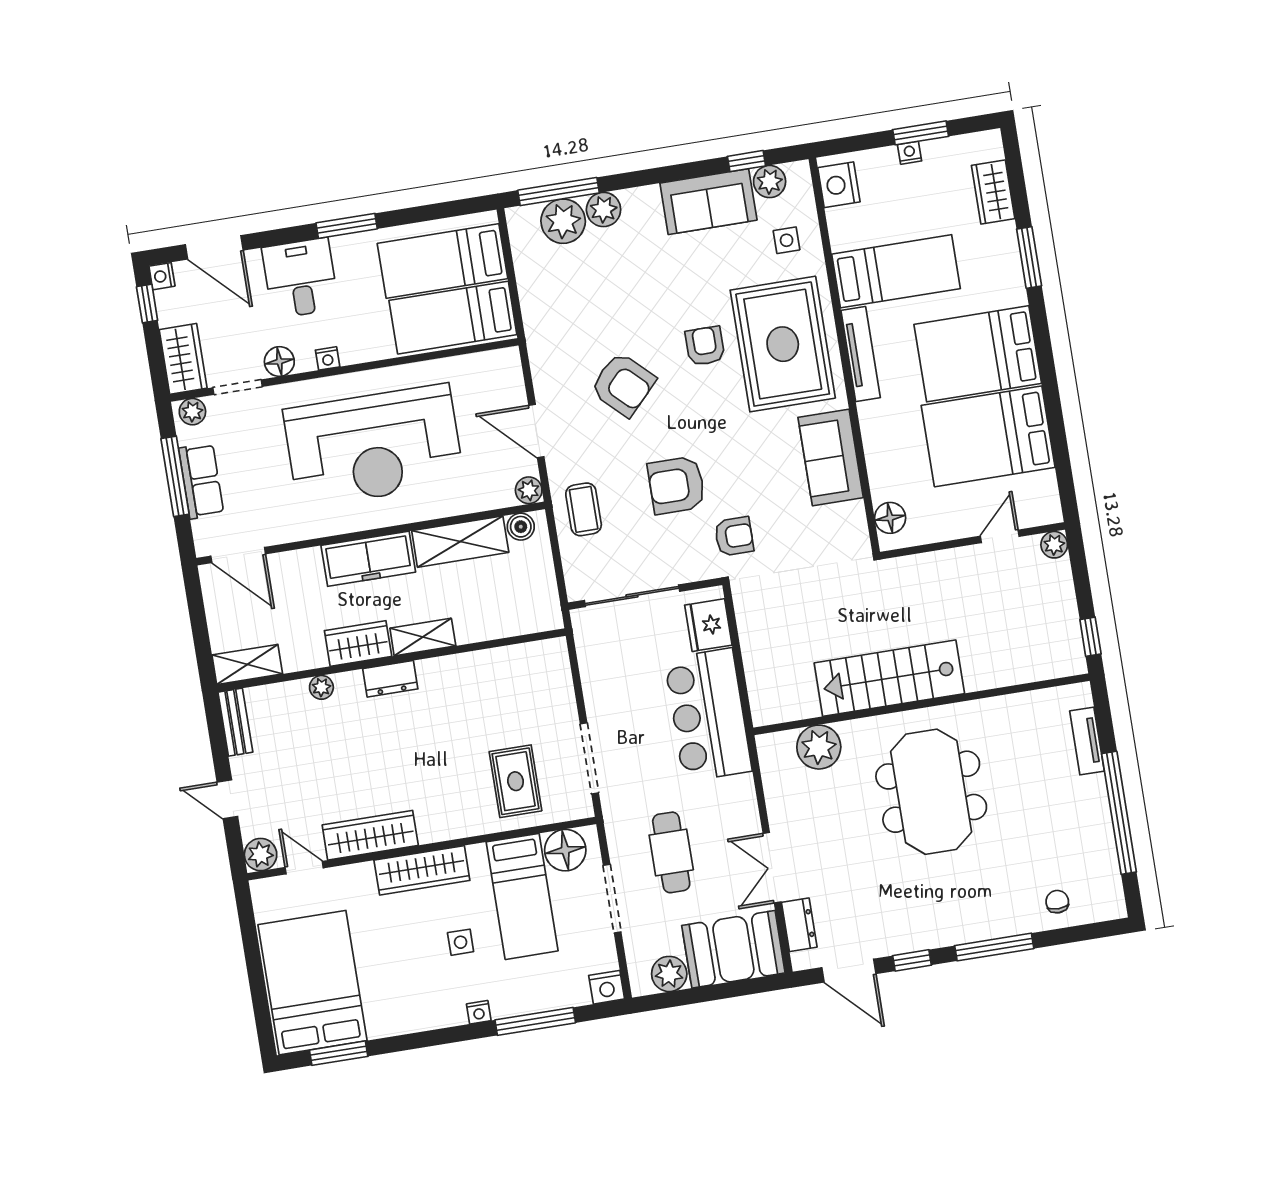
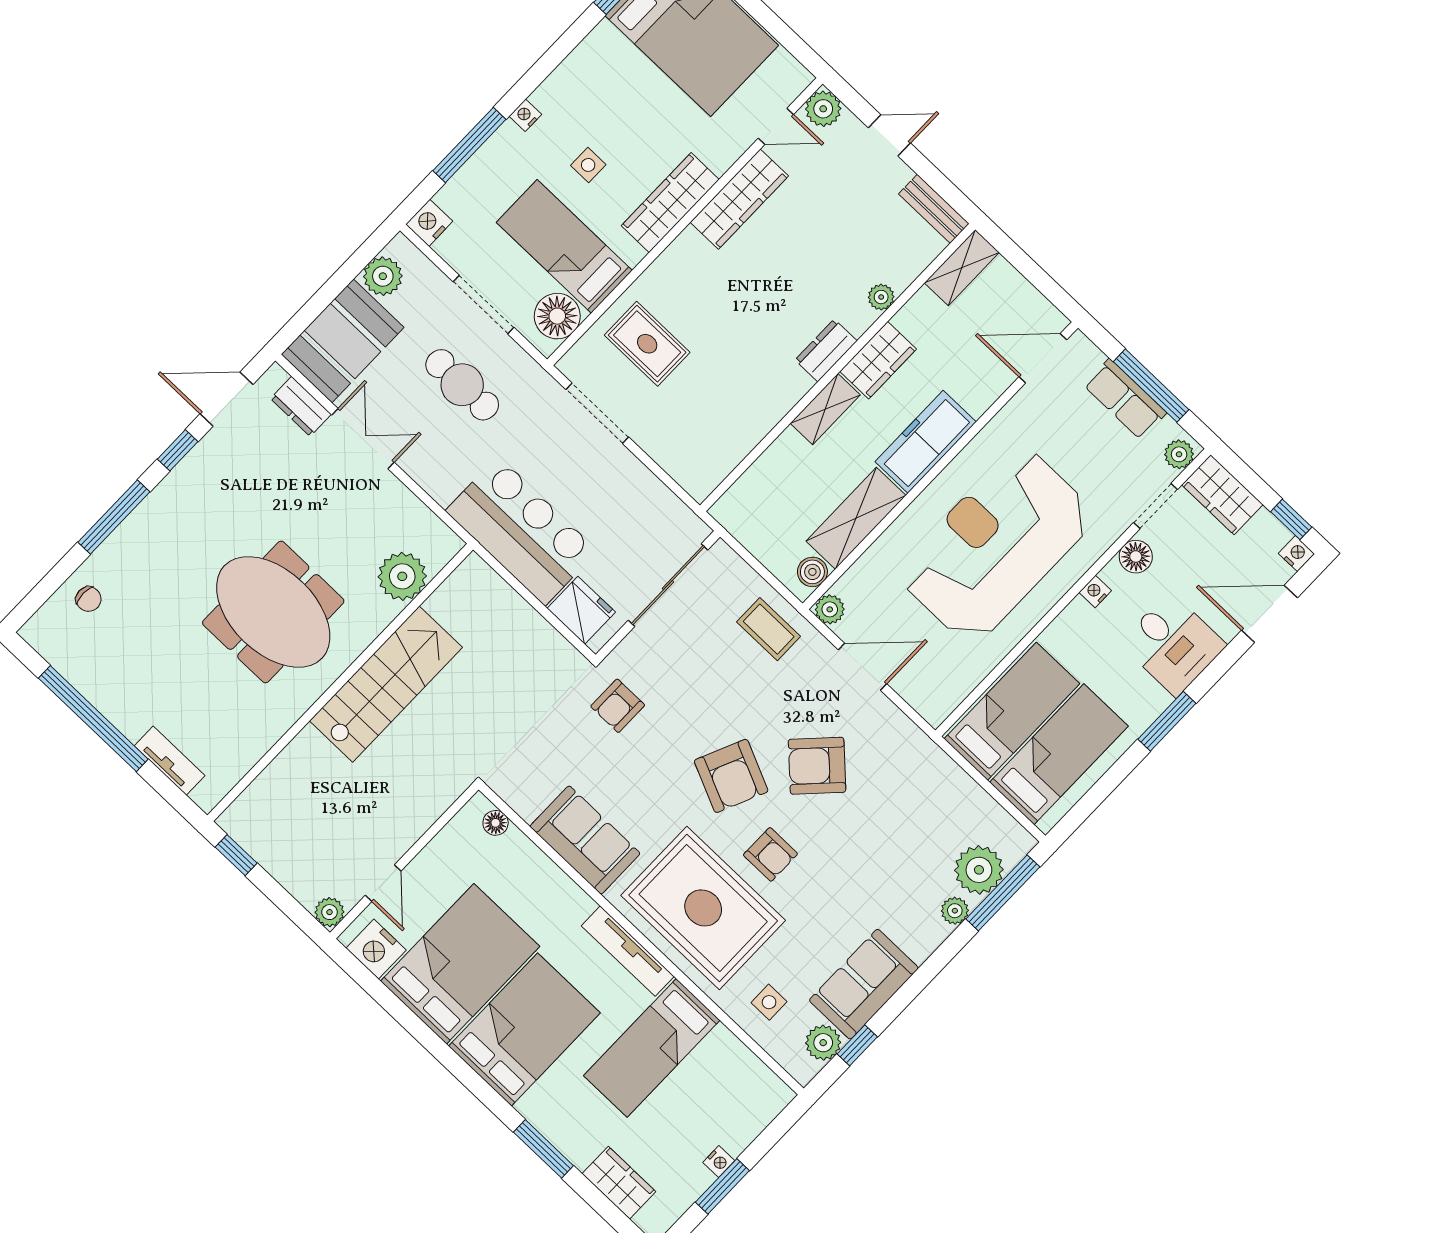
nightstand: (839, 185) -> (376, 949), moved, turned 180
plant: (604, 209) -> (955, 911), width x0.73, depth x0.73
armchair: (676, 485) -> (731, 776), moved, turned 114
floor lamp: (890, 518) -> (496, 823), width x0.73, depth x0.73

